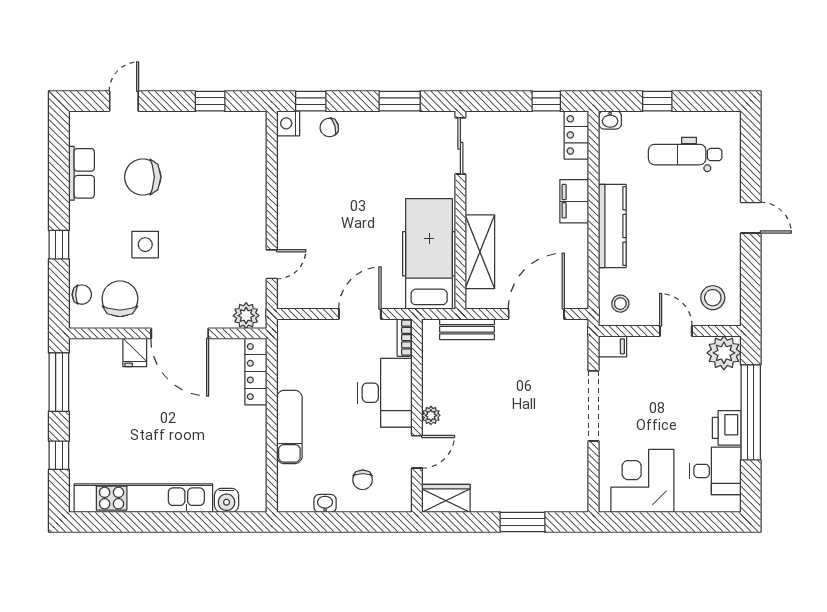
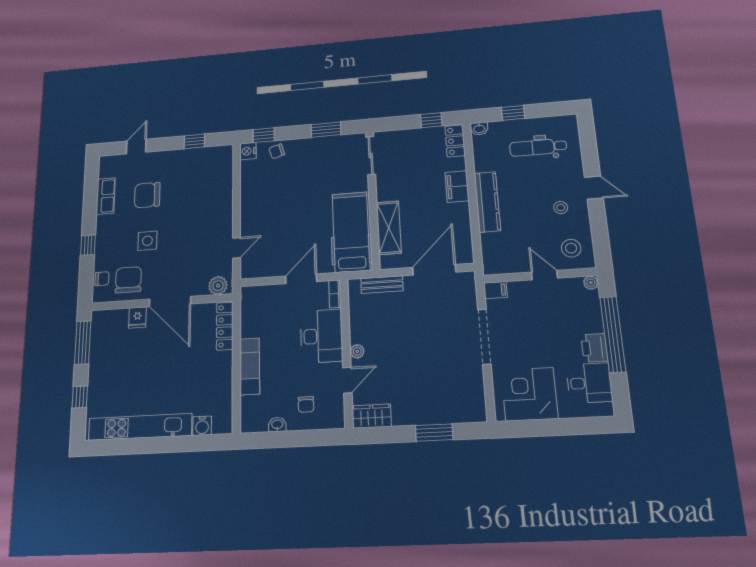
stool: (620, 304) -> (561, 207), moved
plant: (724, 353) -> (591, 283), width x0.53, depth x0.53

